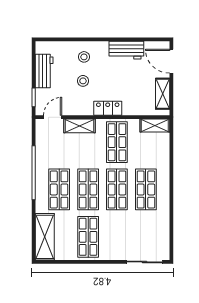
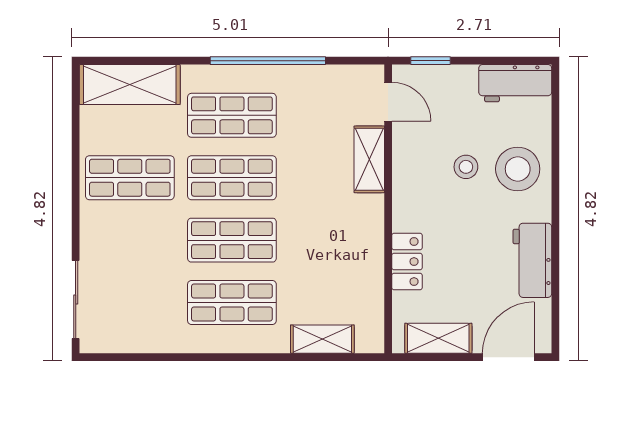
stool: (84, 57) -> (518, 169), width x1.89, depth x1.89
workbench: (44, 71) -> (515, 83), moved
locker: (108, 108) -> (407, 262), moved
shelving: (155, 125) -> (322, 339), moved, turned 90
shop shelf: (117, 142) -> (334, 240), removed

